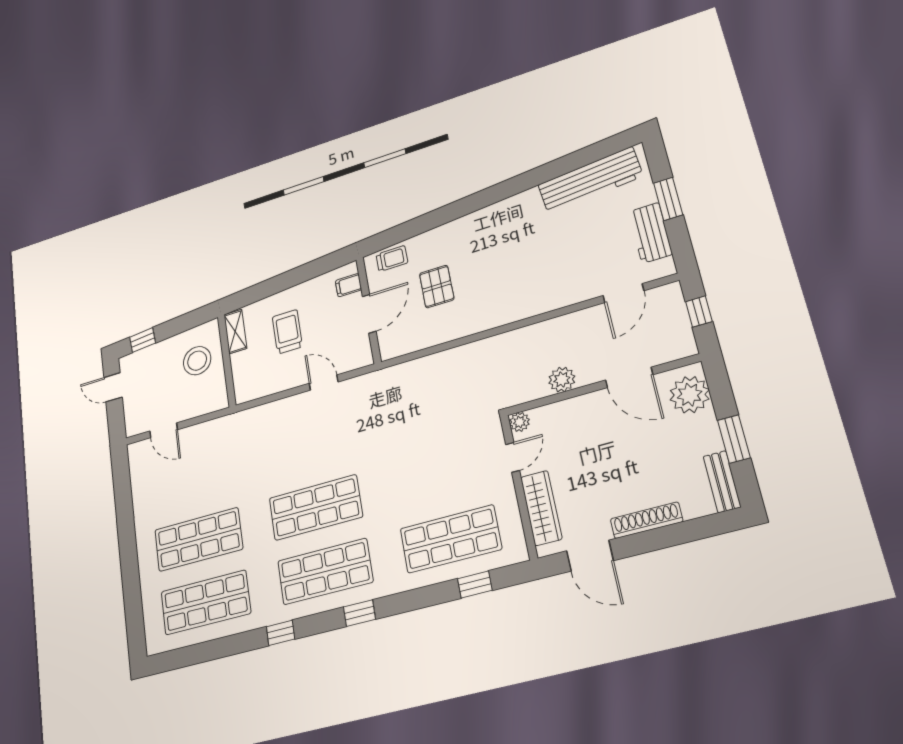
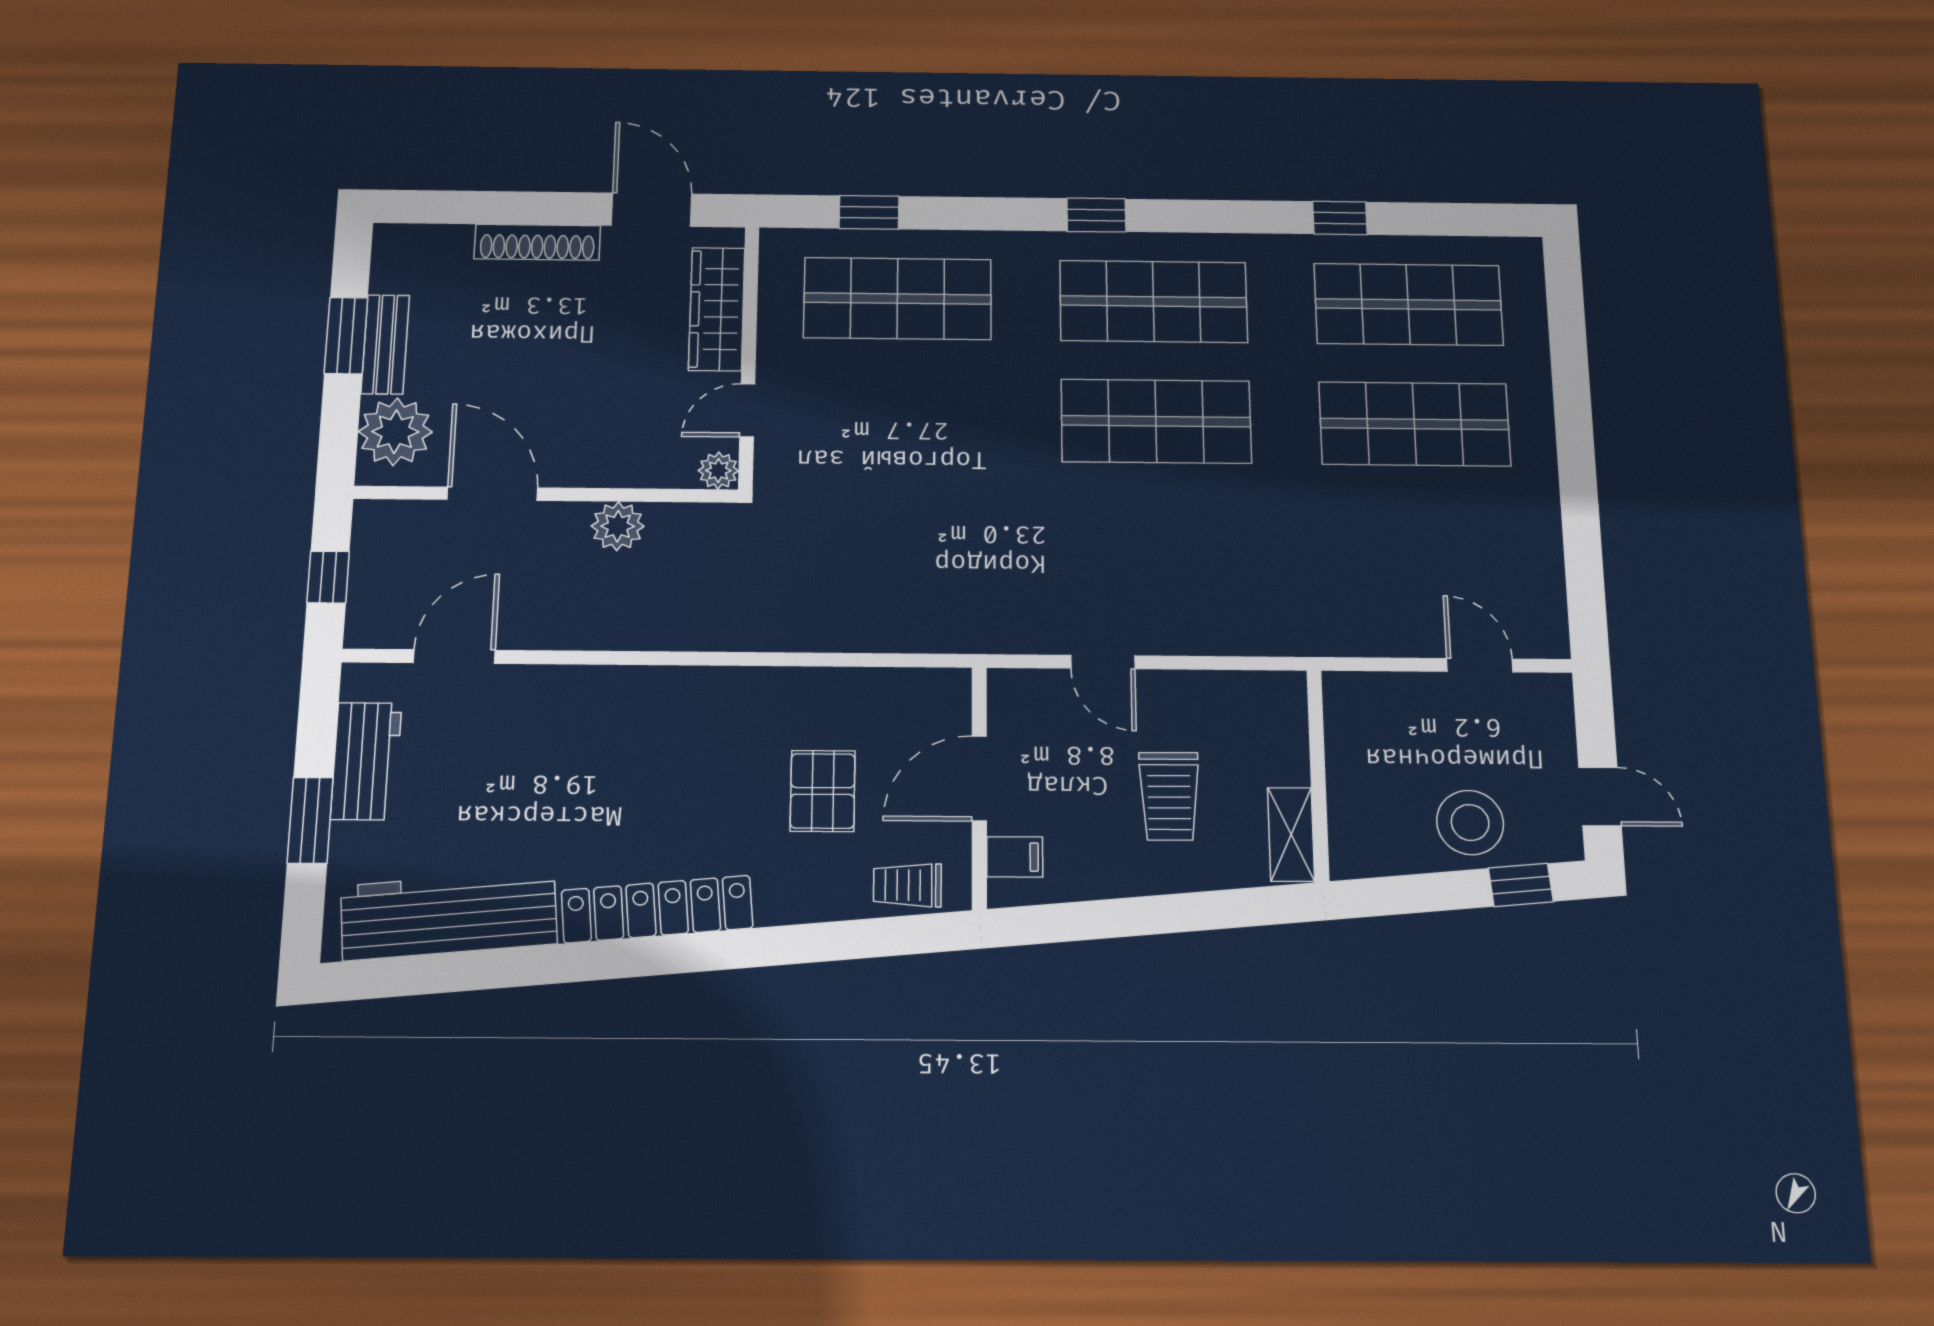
locker: (498, 213) -> (657, 909), added
stool: (197, 361) -> (1470, 822), moved
bench: (722, 482) -> (385, 344), moved
window: (281, 633) -> (1340, 218), moved

